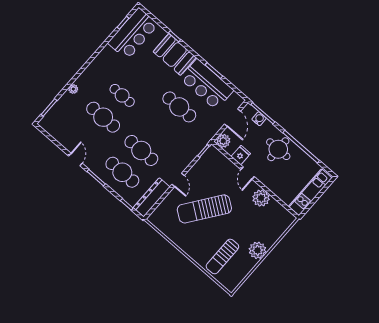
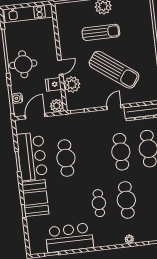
bar counter: (133, 34) -> (69, 238), moved
plant: (261, 198) -> (72, 84), moved
sun lounger: (222, 257) -> (101, 32), moved

